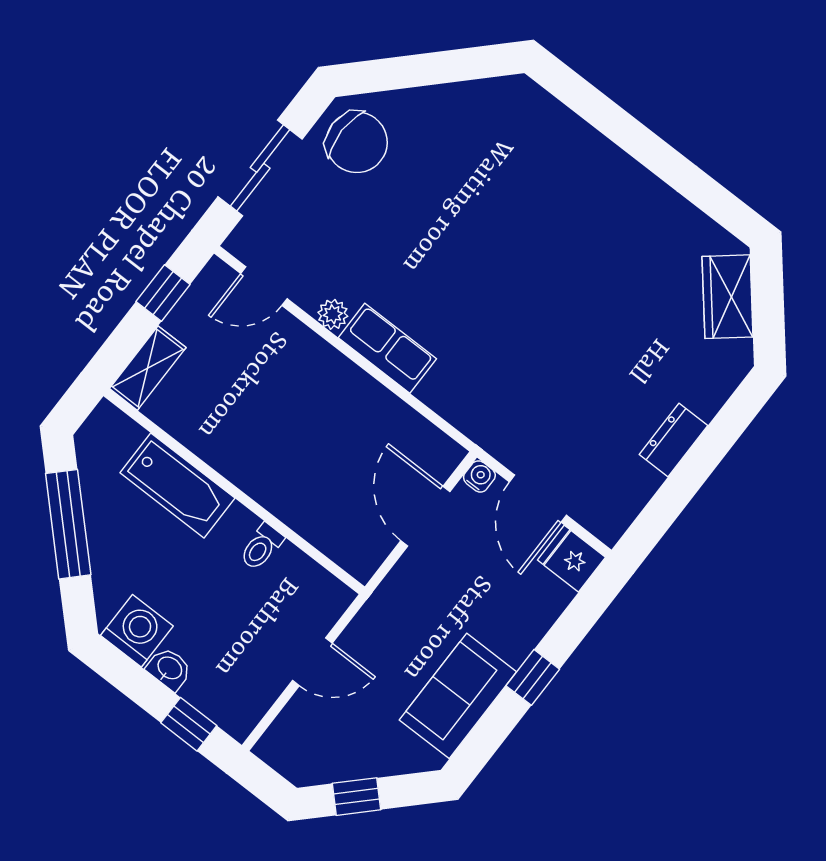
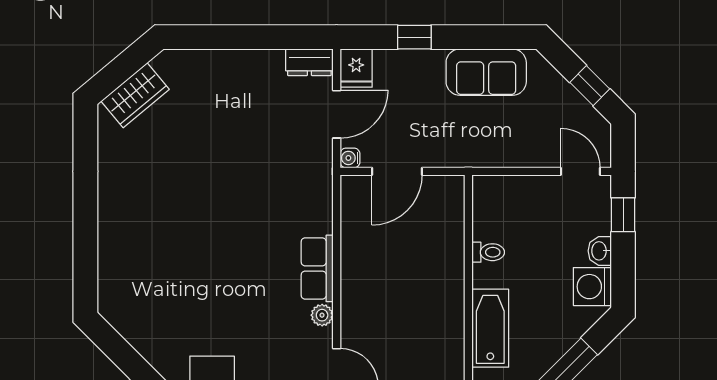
dresser: (674, 440) -> (309, 62), moved
door: (312, 662) -> (580, 171), moved
window: (533, 677) -> (414, 37), moved

